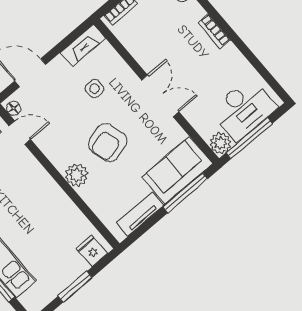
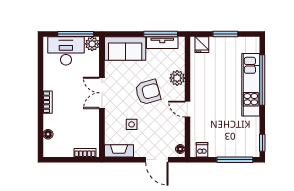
door: (20, 133) -> (187, 109), moved
plant: (77, 175) -> (177, 78), moved
window: (185, 193) -> (161, 34), moved

